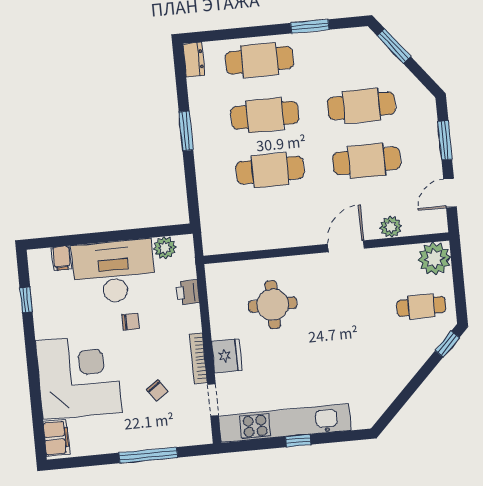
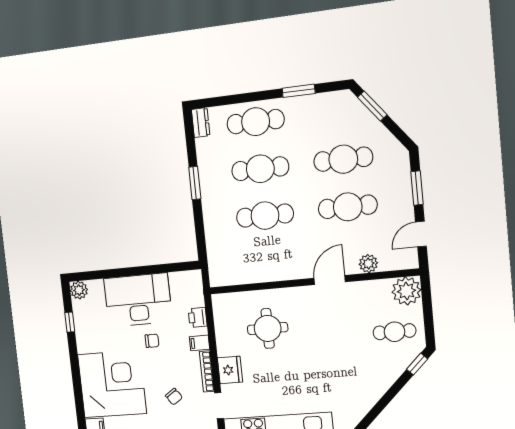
plant: (165, 248) -> (79, 290), moved
filing cabinet: (62, 258) -> (199, 343), moved, turned 90

